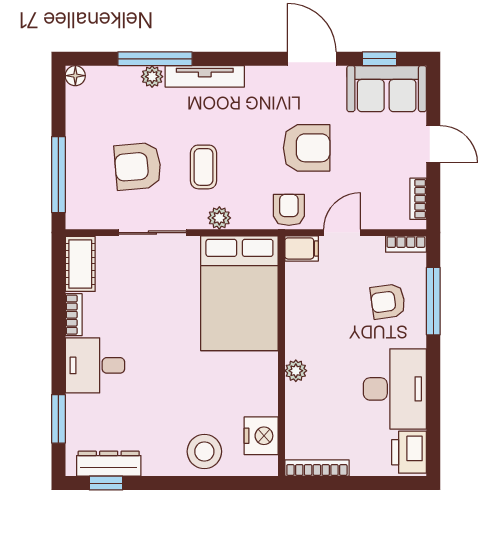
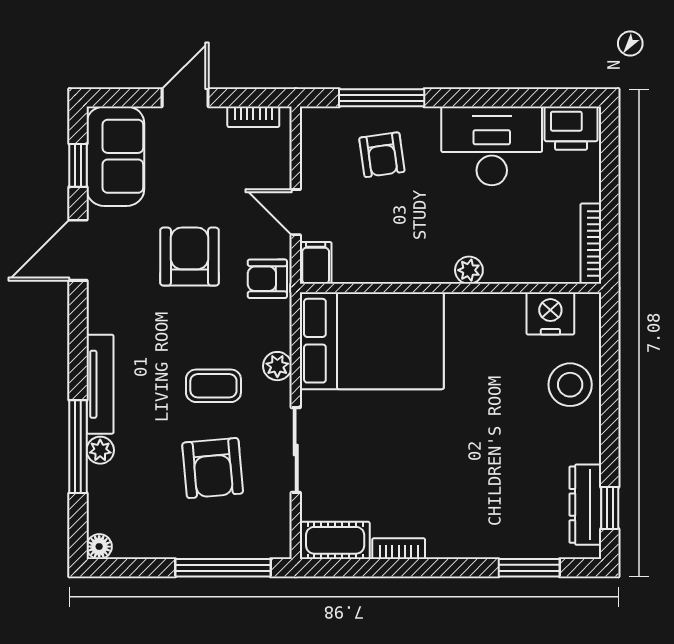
bookcase: (406, 244) -> (310, 132), removed
desk: (95, 365) -> (462, 522), removed

